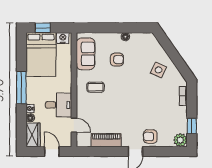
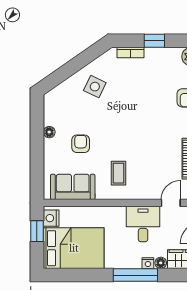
window: (43, 28) -> (37, 231), moved
window: (21, 87) -> (135, 275), moved
window: (192, 126) -> (154, 41), moved

